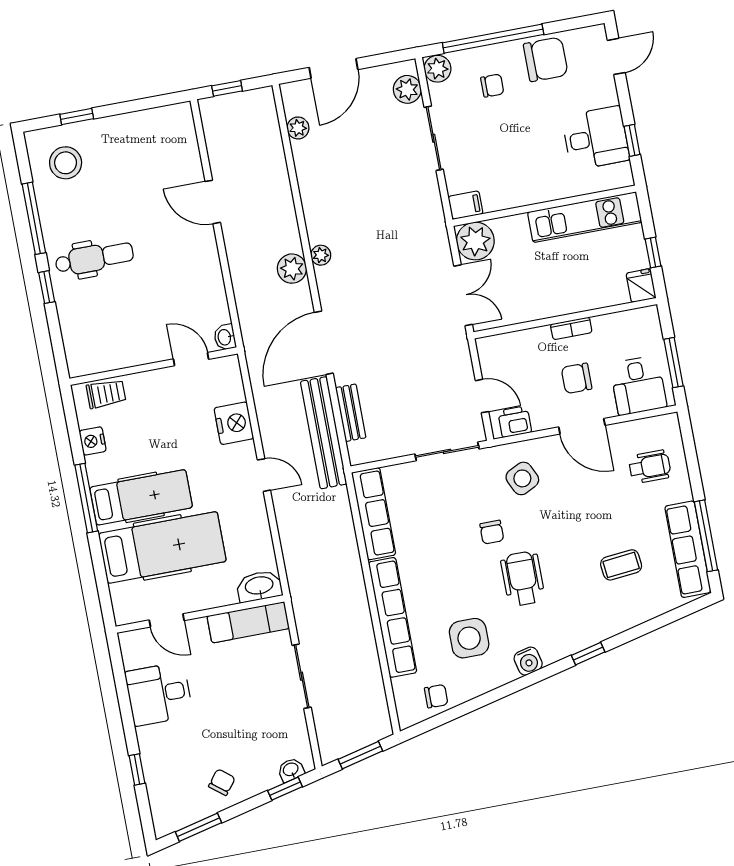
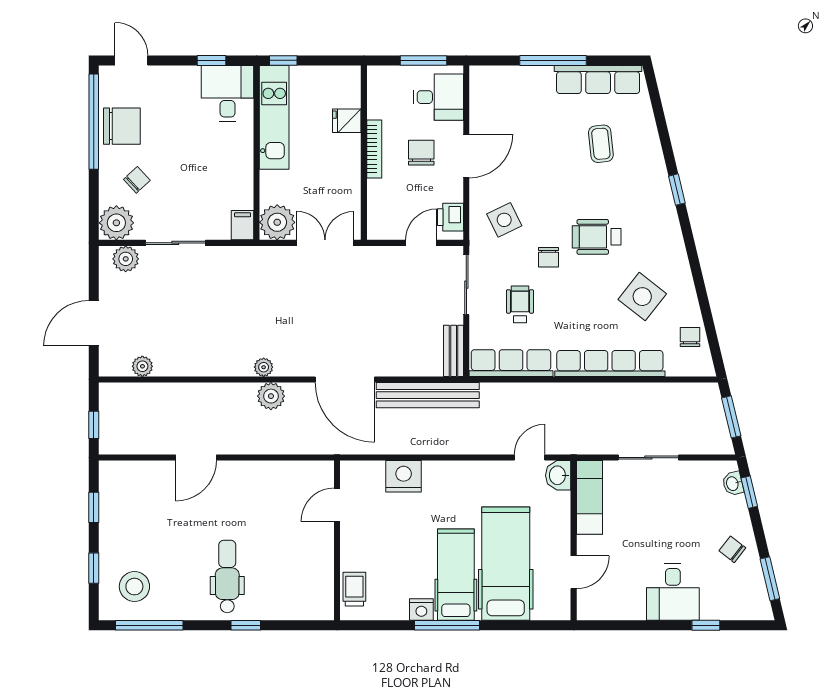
window: (493, 39) -> (94, 122), moved
chair: (546, 59) -> (122, 126), turned 90
door: (334, 68) -> (94, 323), swing flipped
plant: (438, 69) -> (116, 223), width x1.36, depth x1.36
chair: (492, 86) -> (137, 180), turned 47
window: (141, 105) -> (94, 507), added
desk: (596, 138) -> (228, 94), moved
window: (34, 218) -> (149, 625), moved
window: (653, 252) -> (283, 60), moved
fridge: (641, 286) -> (347, 121), moved
bookcase: (571, 328) -> (374, 149), width x1.56
washbasin: (225, 337) -> (323, 470), removed
chair: (577, 378) -> (421, 153), turned 180
bench: (351, 413) -> (454, 351), moved, turned 90
nightstand: (93, 441) -> (421, 610), moved
wheelchair: (650, 467) -> (520, 304), moved
door: (264, 475) -> (530, 458), moved
chair: (492, 532) -> (548, 257), turned 90
window: (706, 536) -> (553, 60), moved
washbasin: (259, 586) -> (558, 475), width x0.72
side table: (469, 638) -> (642, 297), turned 38
water cooler: (528, 661) -> (674, 246), removed
desk: (159, 694) -> (673, 592), moved

